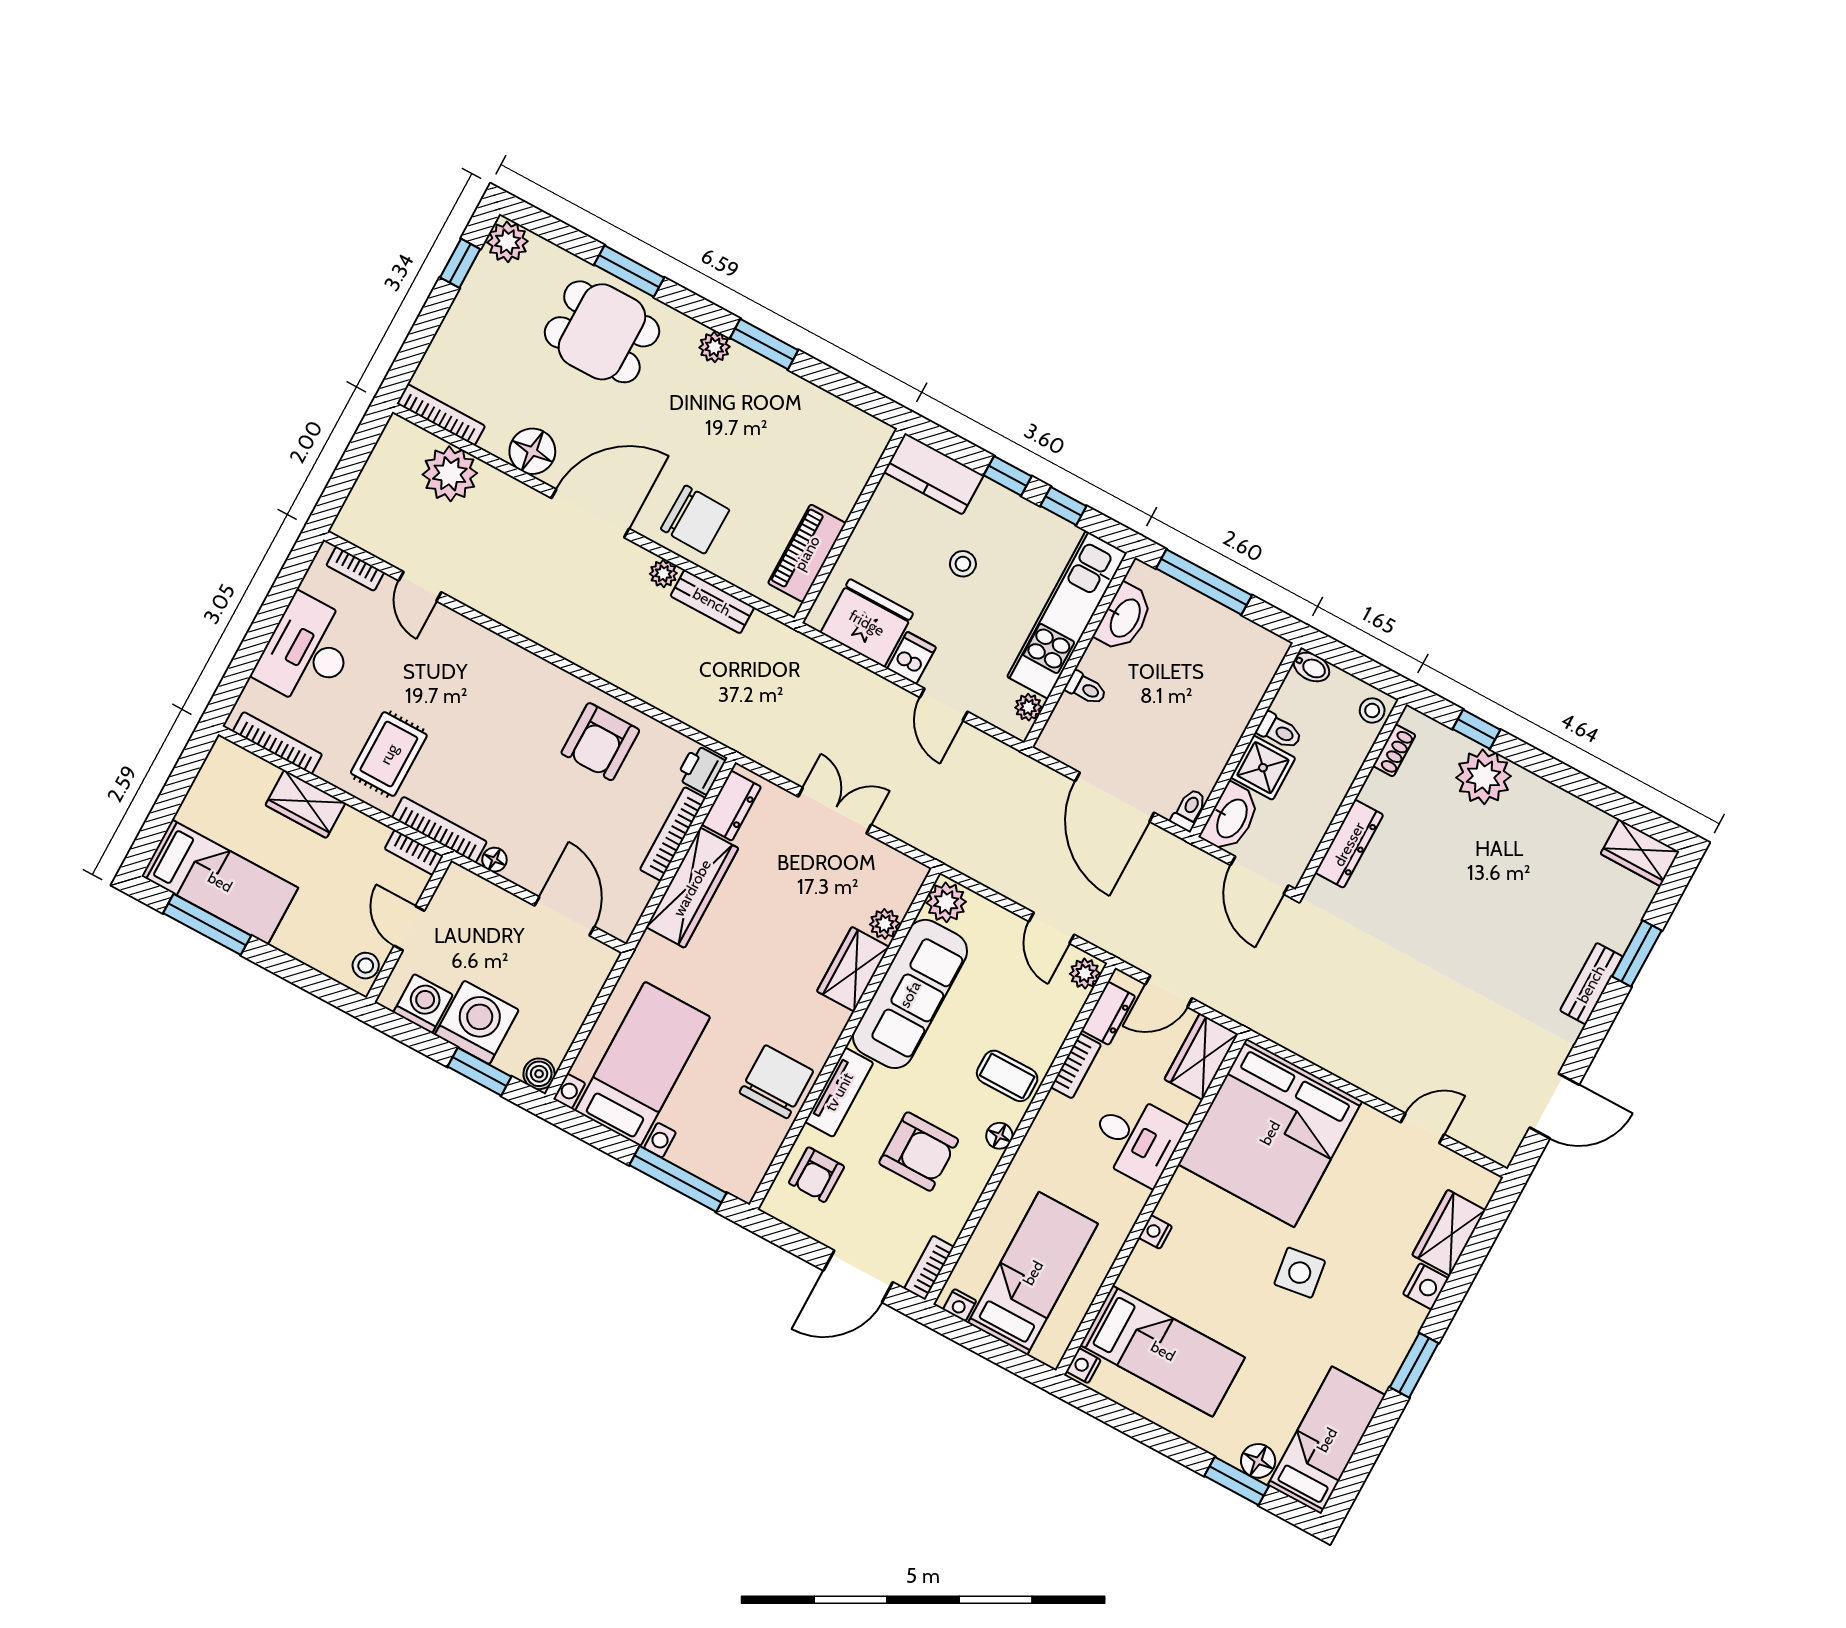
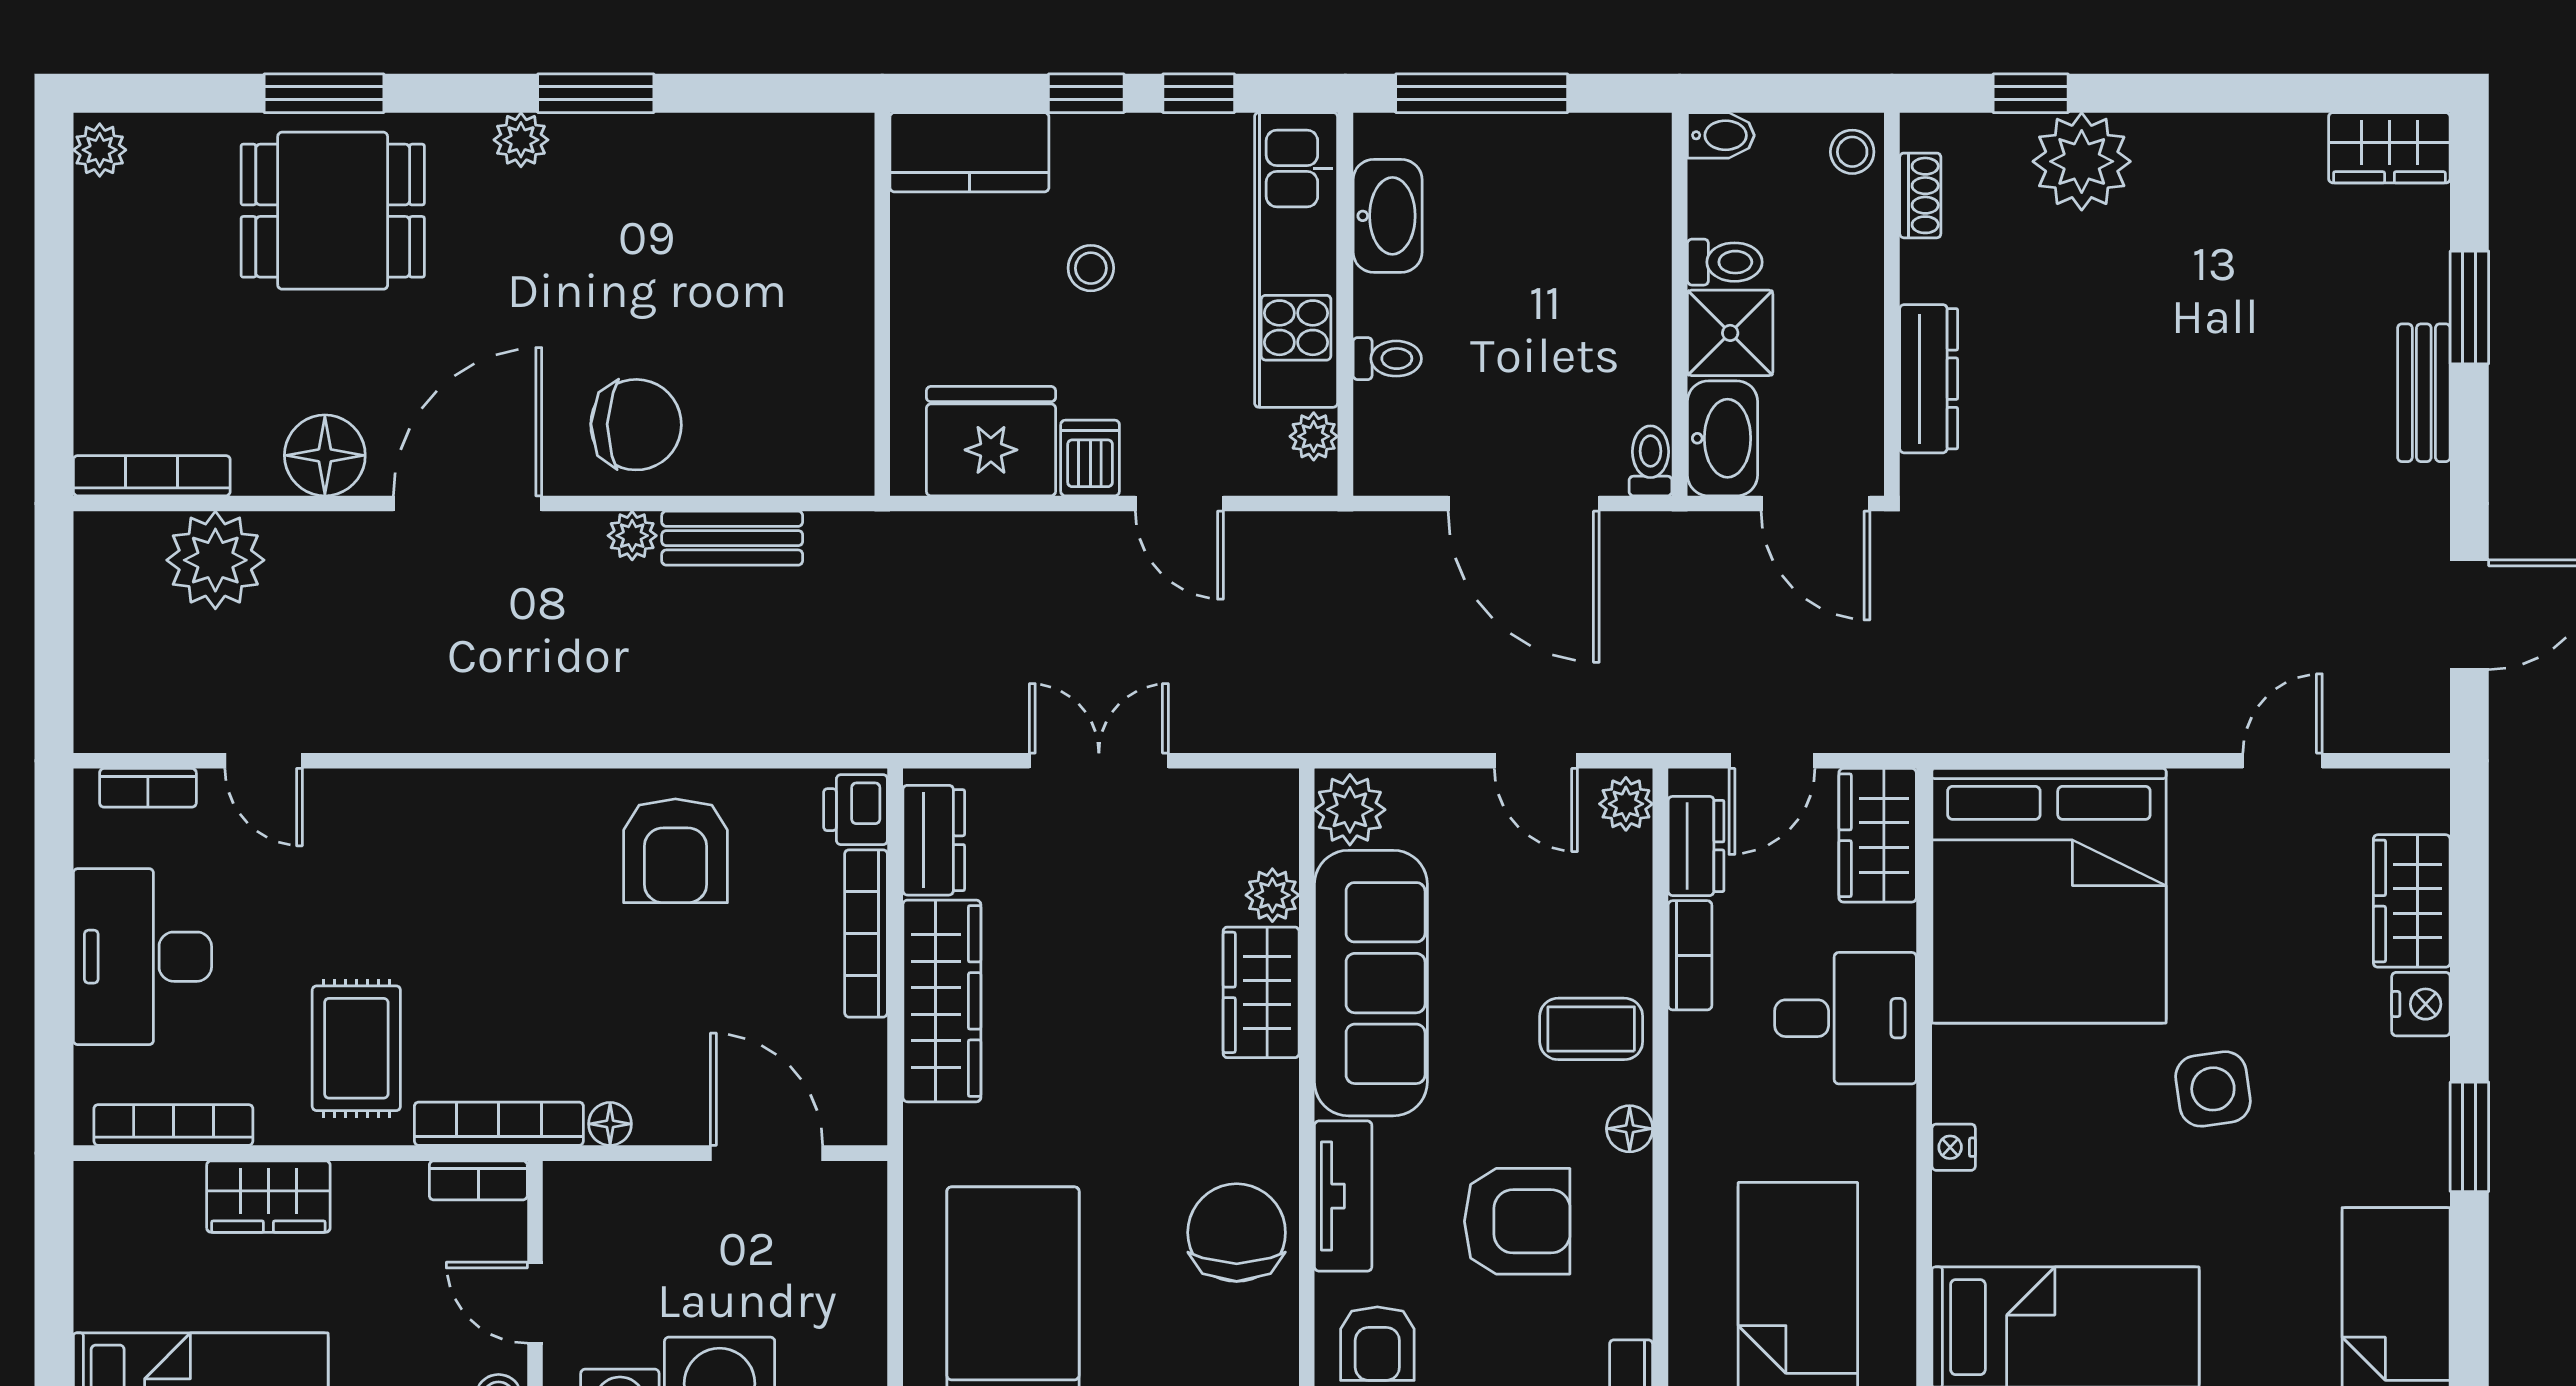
plant: (507, 242) -> (100, 150), width x0.73, depth x0.73
window: (460, 263) -> (54, 223), removed
piano: (807, 553) -> (839, 383), removed

